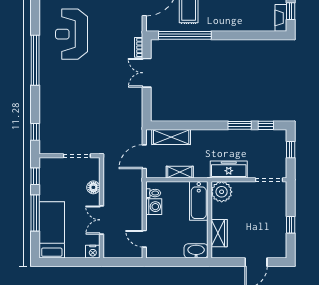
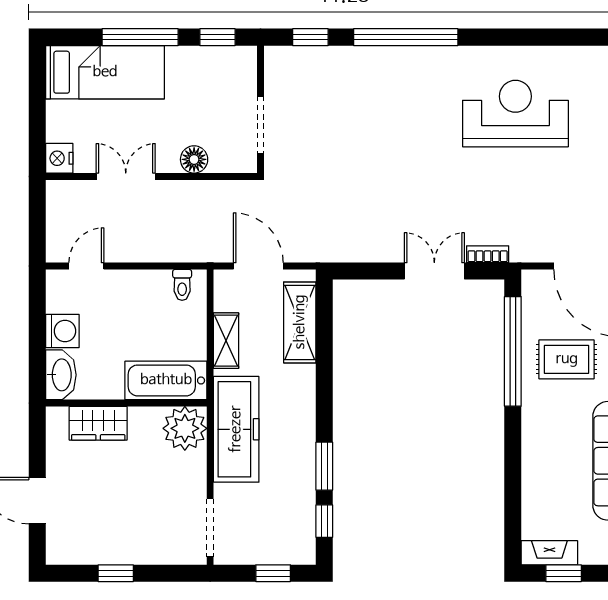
window: (35, 60) -> (406, 37), moved
freezer: (229, 170) -> (236, 429), width x1.36, depth x1.26
washing machine: (154, 207) -> (62, 331), moved, turned -90

